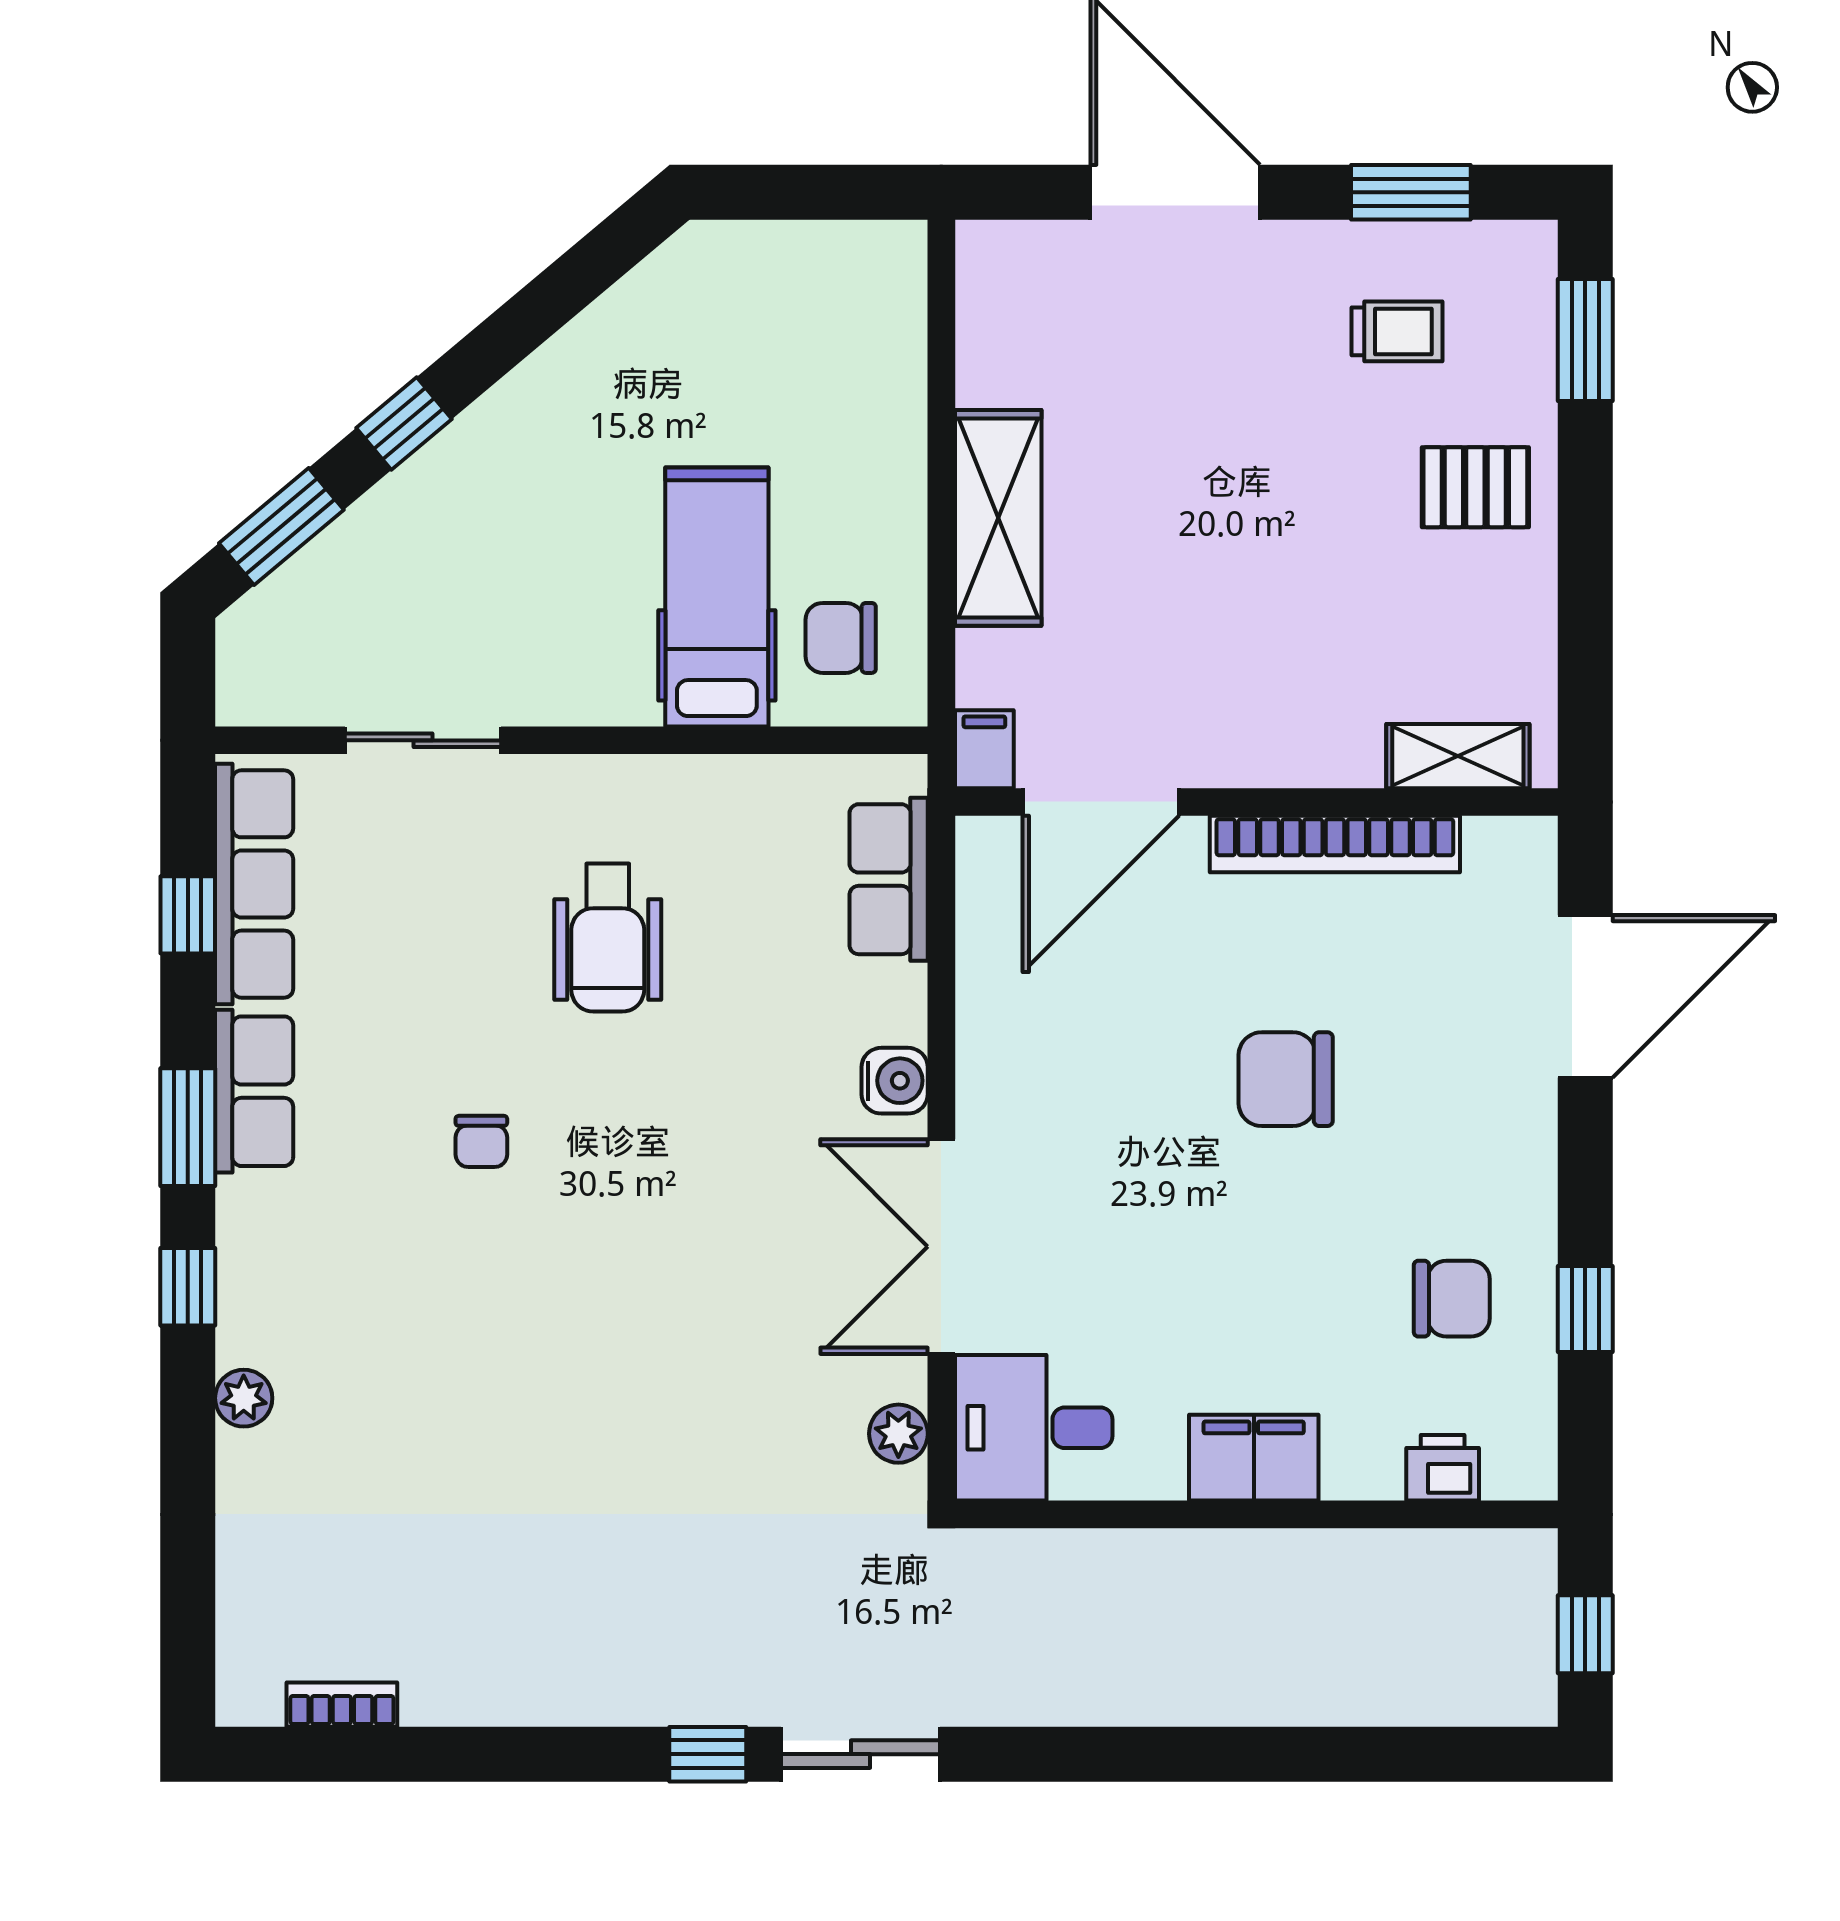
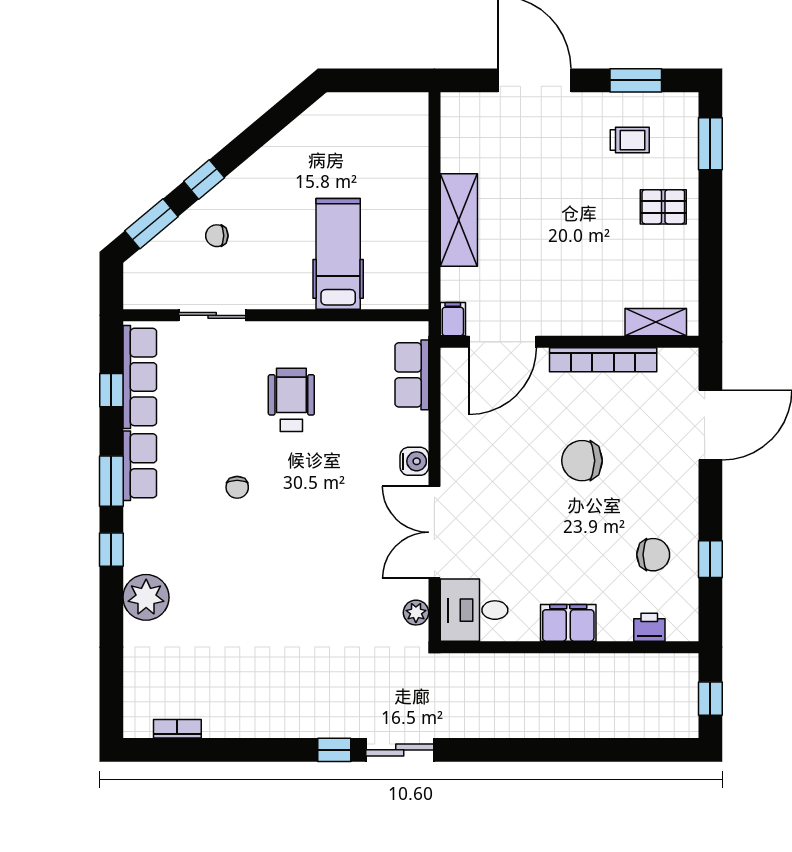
chair: (841, 638) -> (217, 236), moved, width x0.73, depth x0.73
wheelchair: (608, 938) -> (291, 400), turned 180
plant: (244, 1398) -> (146, 597), width x1.88, depth x1.88

